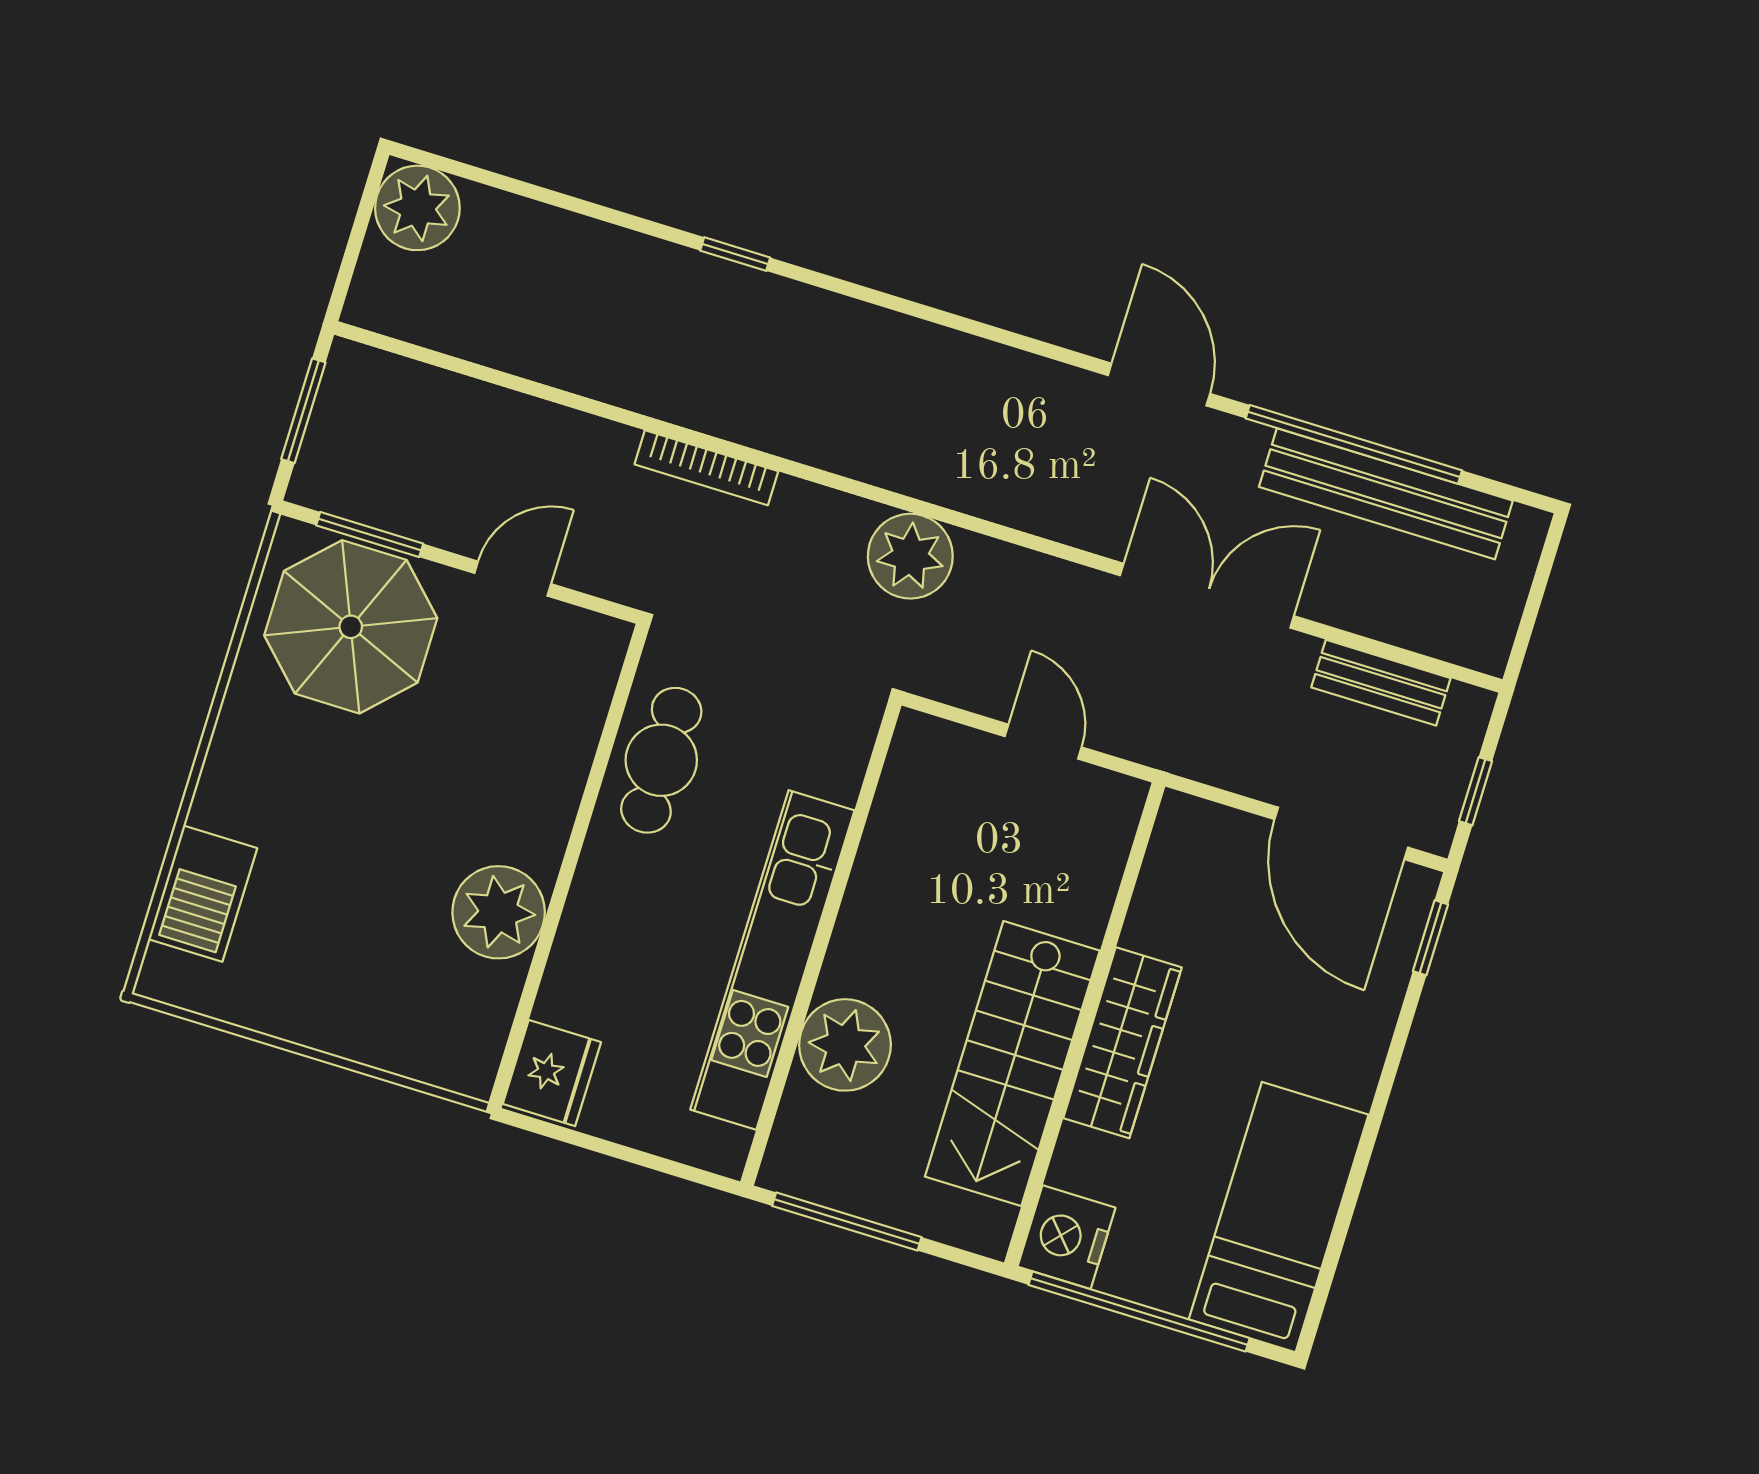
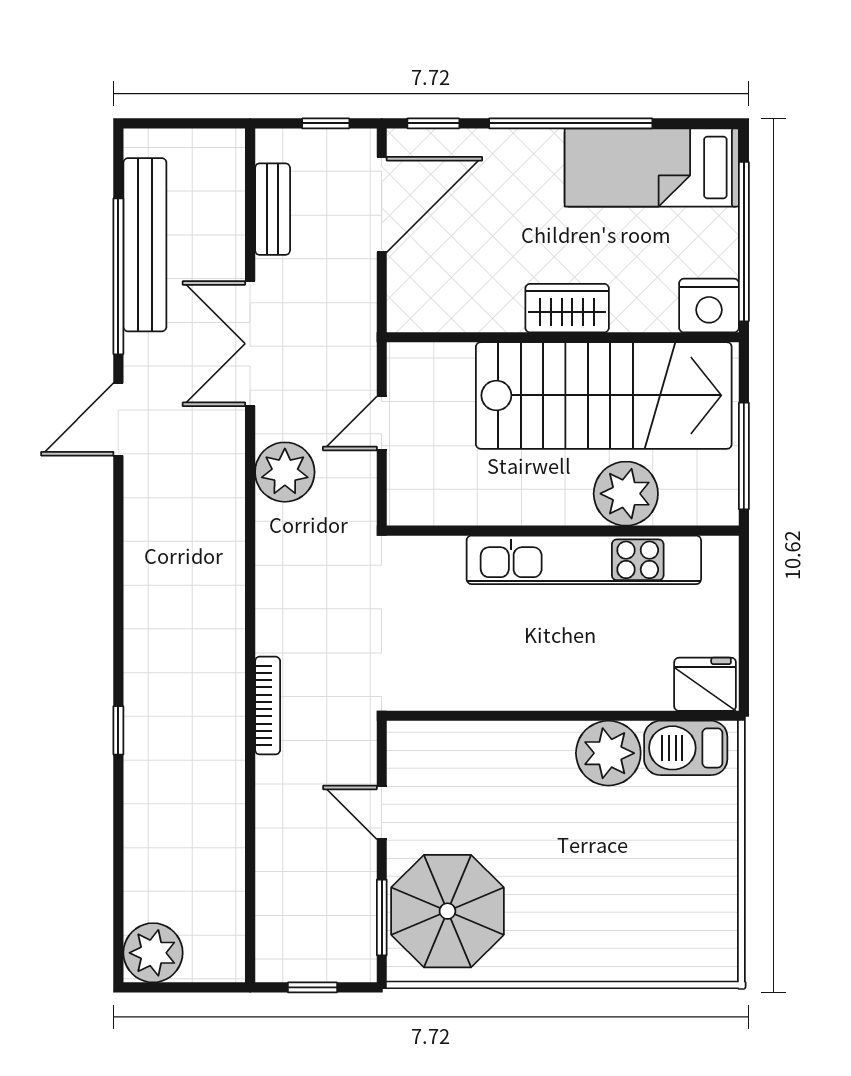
window: (303, 411) -> (312, 987), width x0.67
plant: (910, 556) -> (285, 472), moved
cafe table: (661, 760) -> (473, 675), removed
barbecue: (203, 894) -> (686, 748), moved, turned 180
wardrobe: (1122, 1043) -> (567, 308), width x0.67
stairs: (1012, 1064) -> (604, 395), width x1.36, depth x1.51
window: (1373, 1125) -> (571, 123), added

